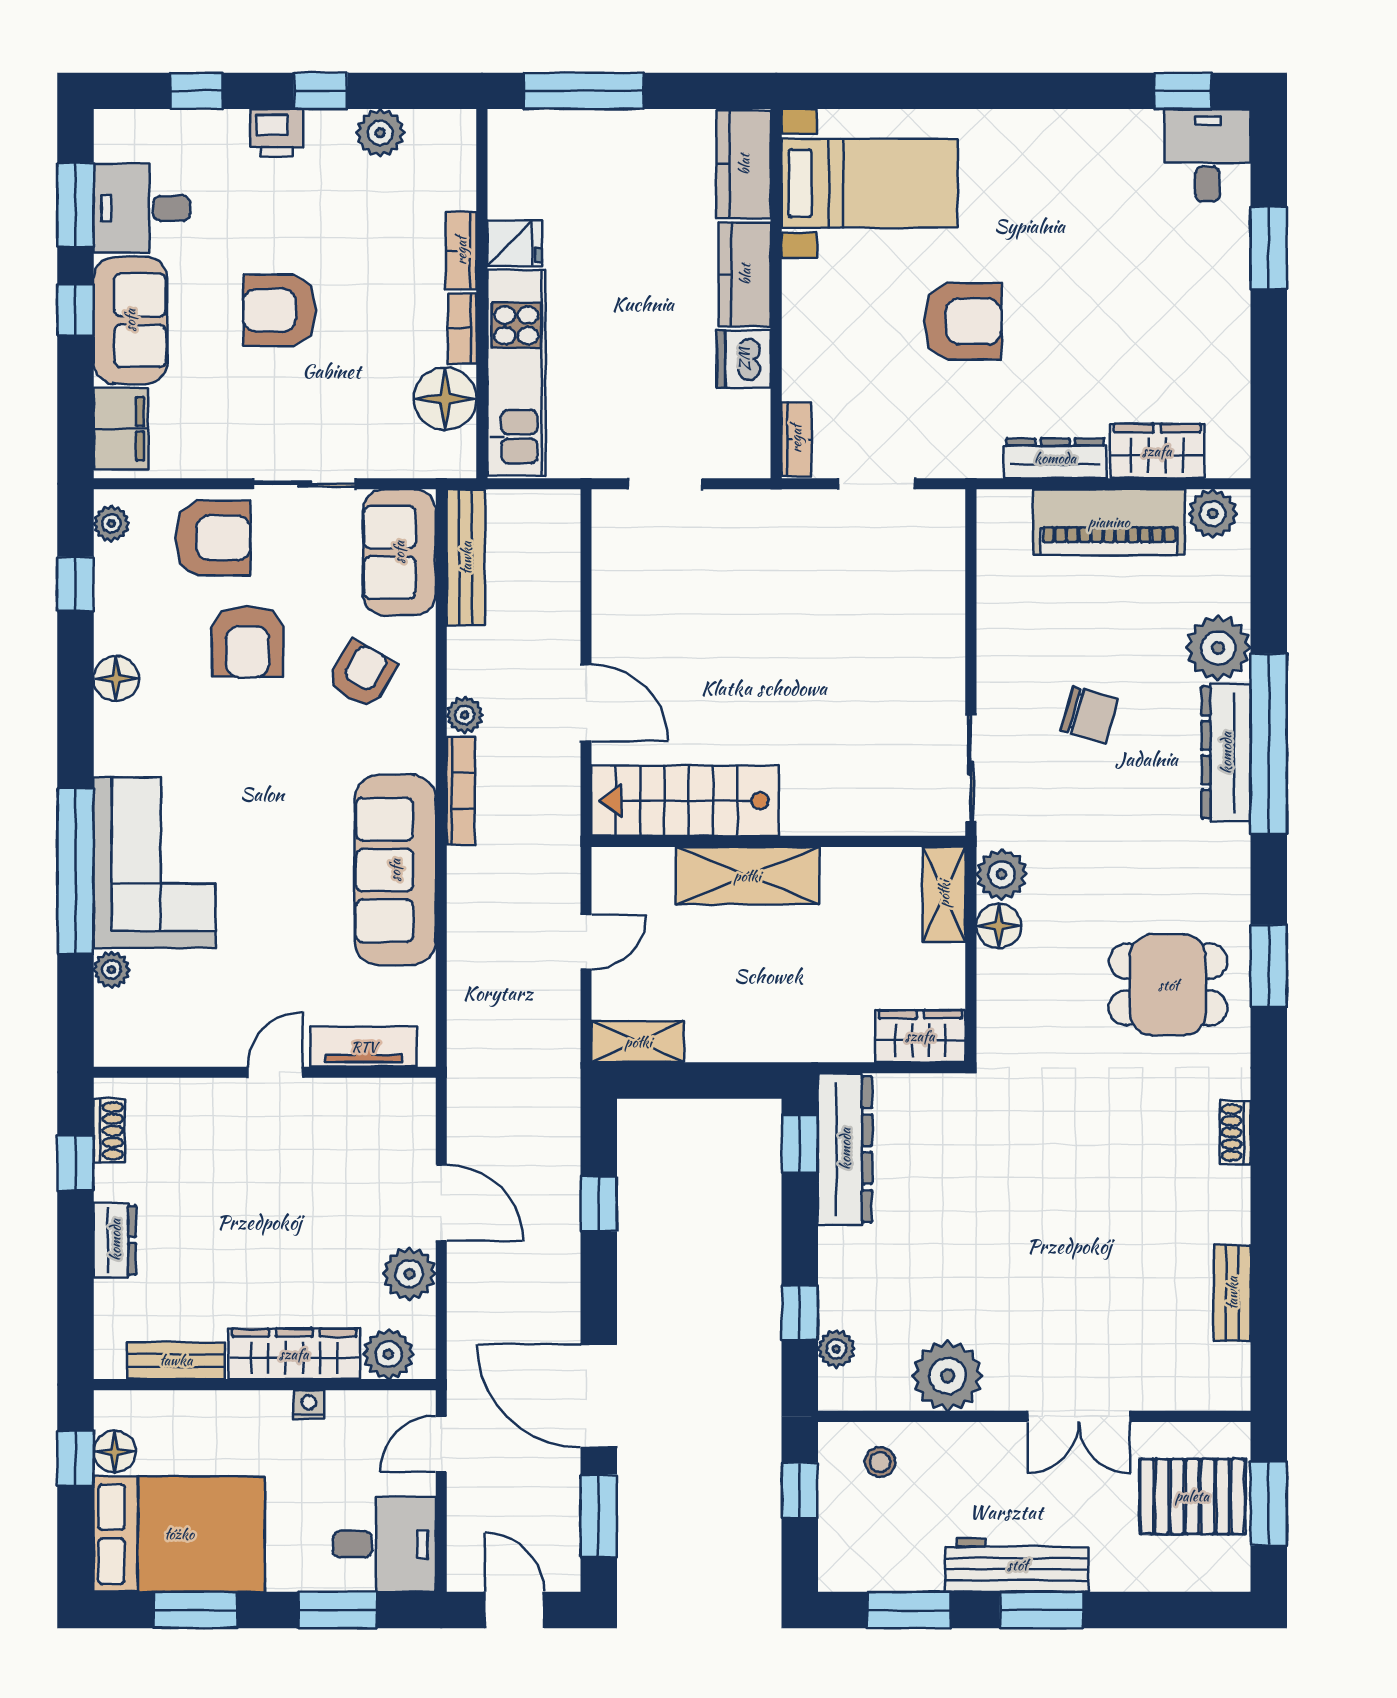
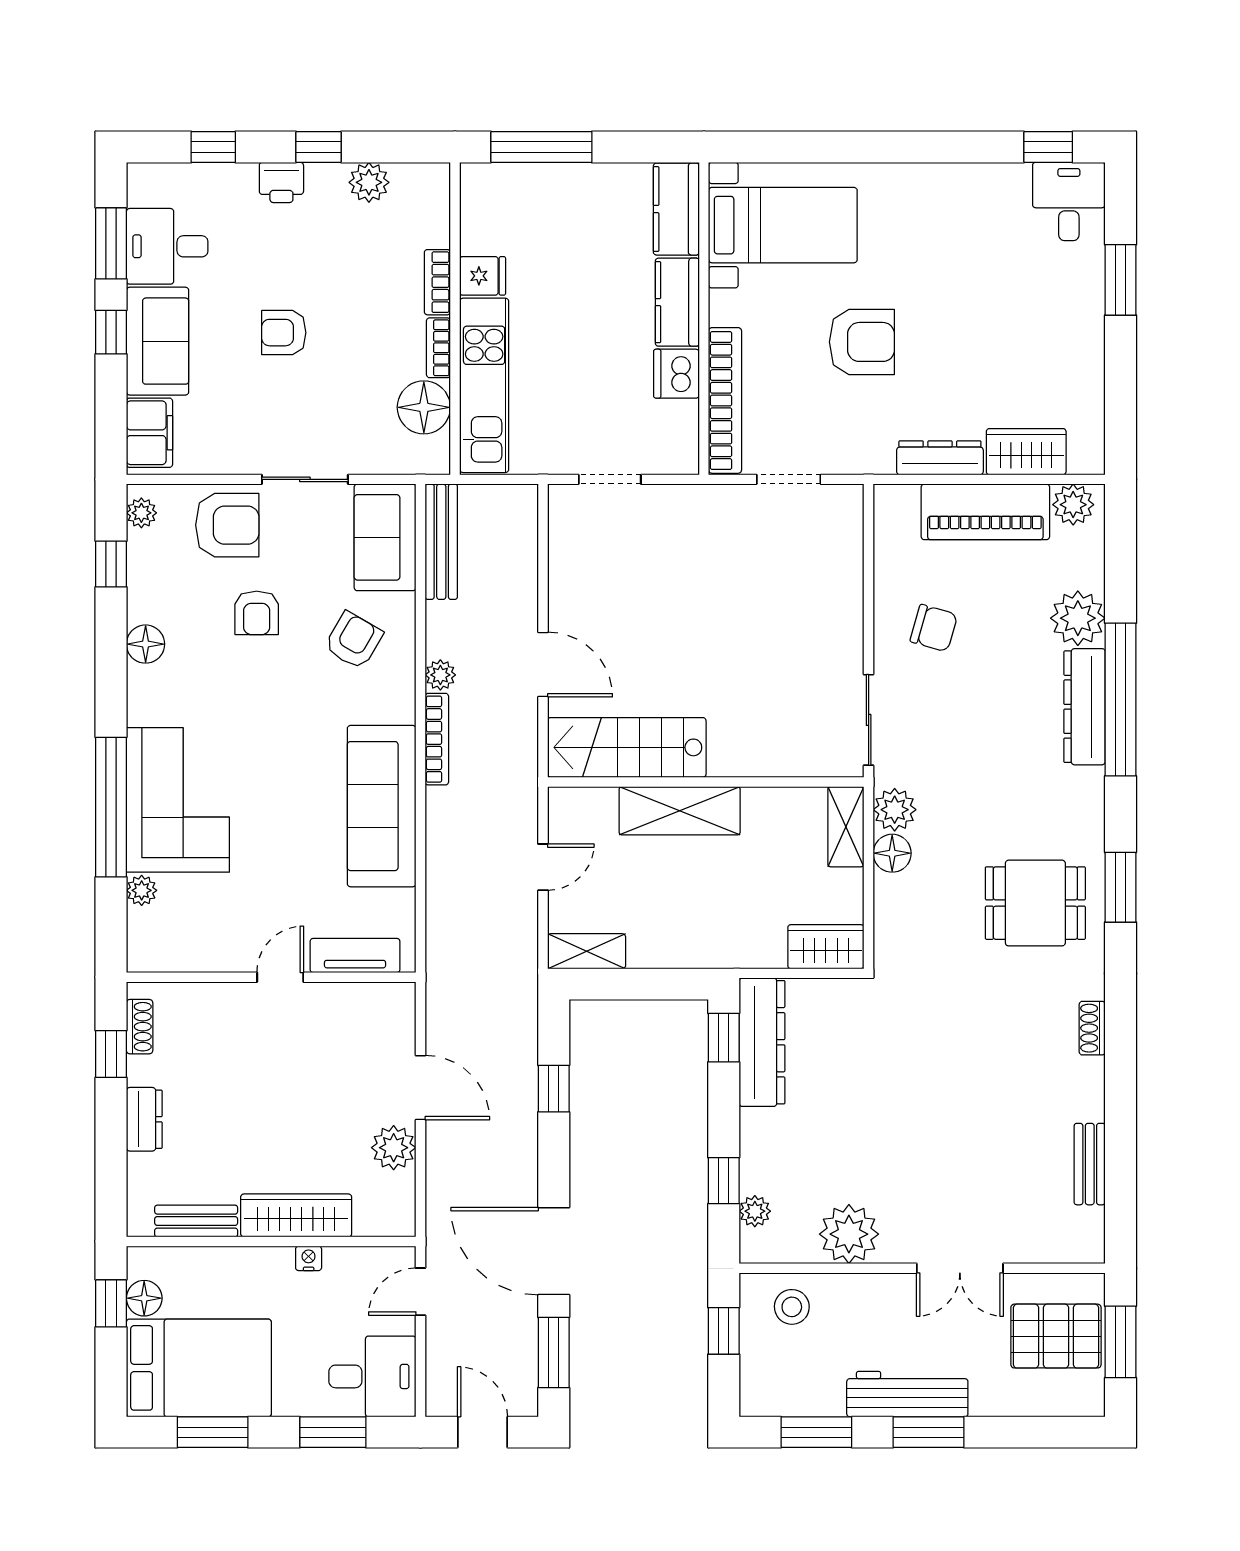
armchair: (280, 310) -> (284, 333), width x0.72, depth x0.72
bookcase: (796, 439) -> (725, 400), width x2.31, depth x1.31
armchair: (248, 642) -> (257, 613), width x0.72, depth x0.72
chair: (1089, 715) -> (934, 628), moved
plant: (388, 1354) -> (376, 1216), removed
stool: (880, 1462) -> (792, 1307), width x1.37, depth x1.37

